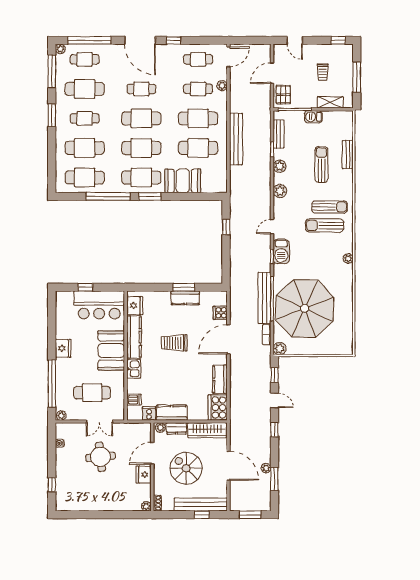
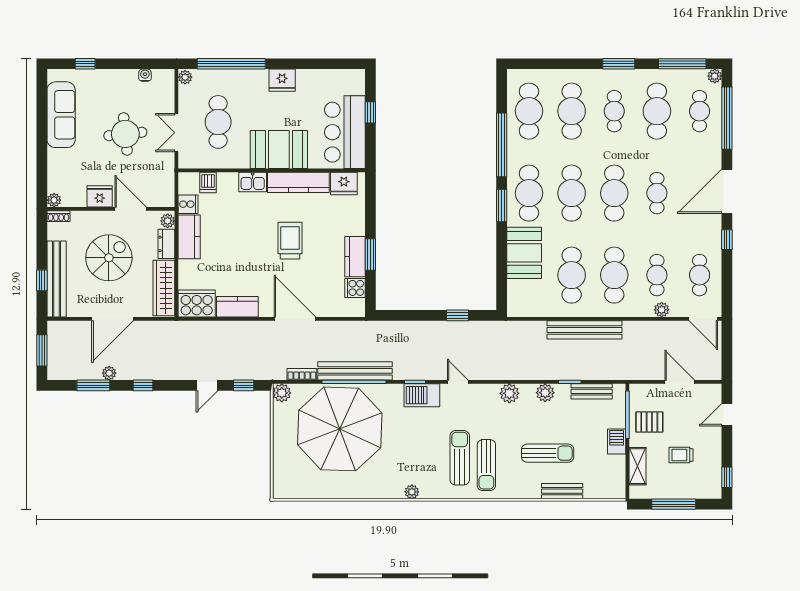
pallet: (283, 95) -> (649, 422), moved
cooker: (220, 313) -> (355, 288), moved, turned -90
window: (274, 430) -> (143, 385), moved
sofa: (87, 501) -> (61, 115), added

